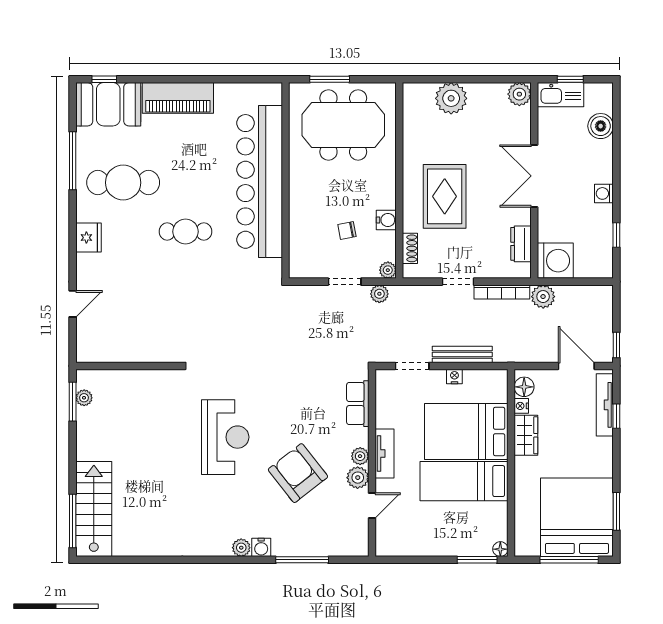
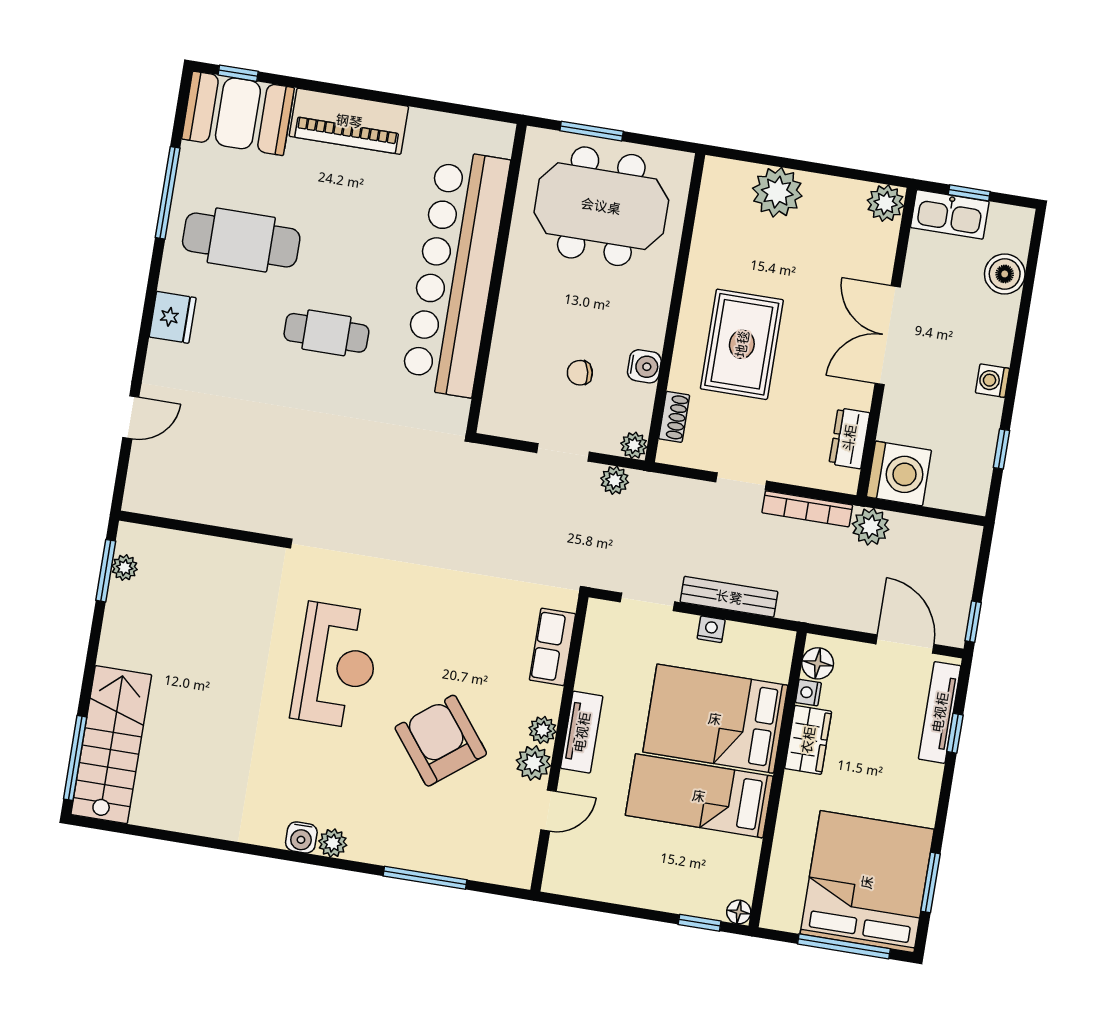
water cooler: (261, 547) -> (301, 837), moved
window: (477, 560) -> (700, 923), width x0.67

